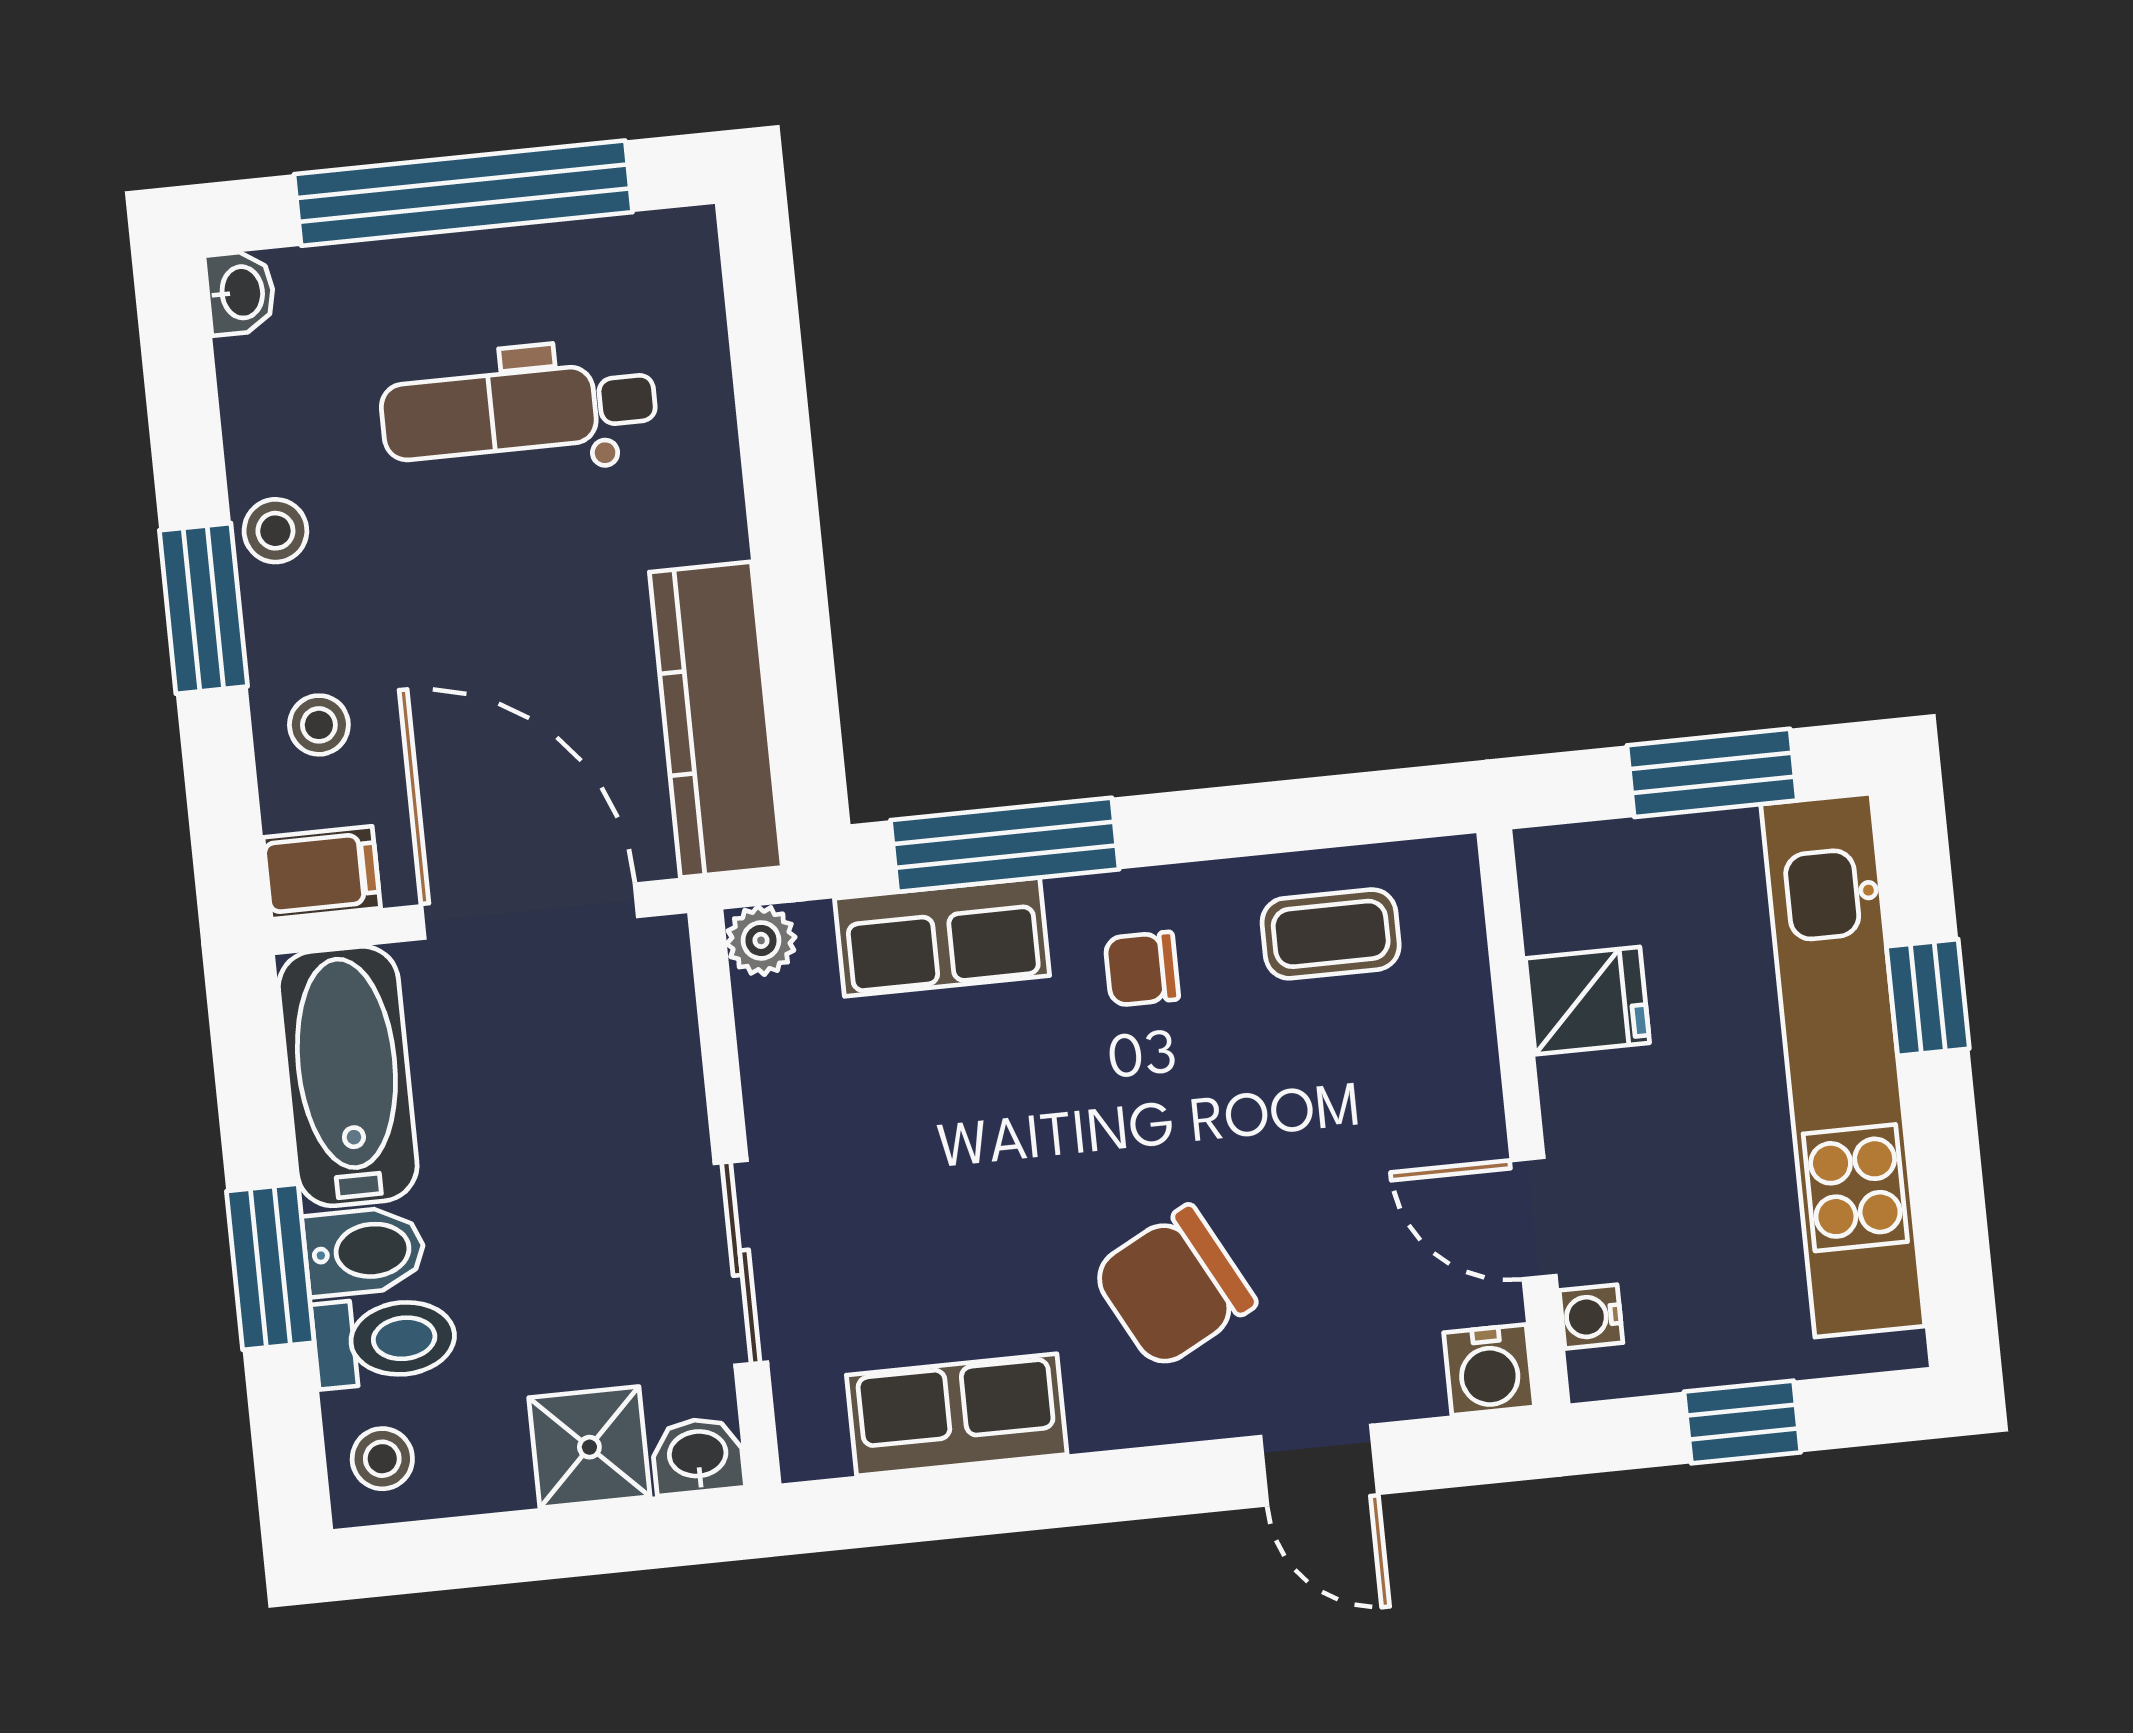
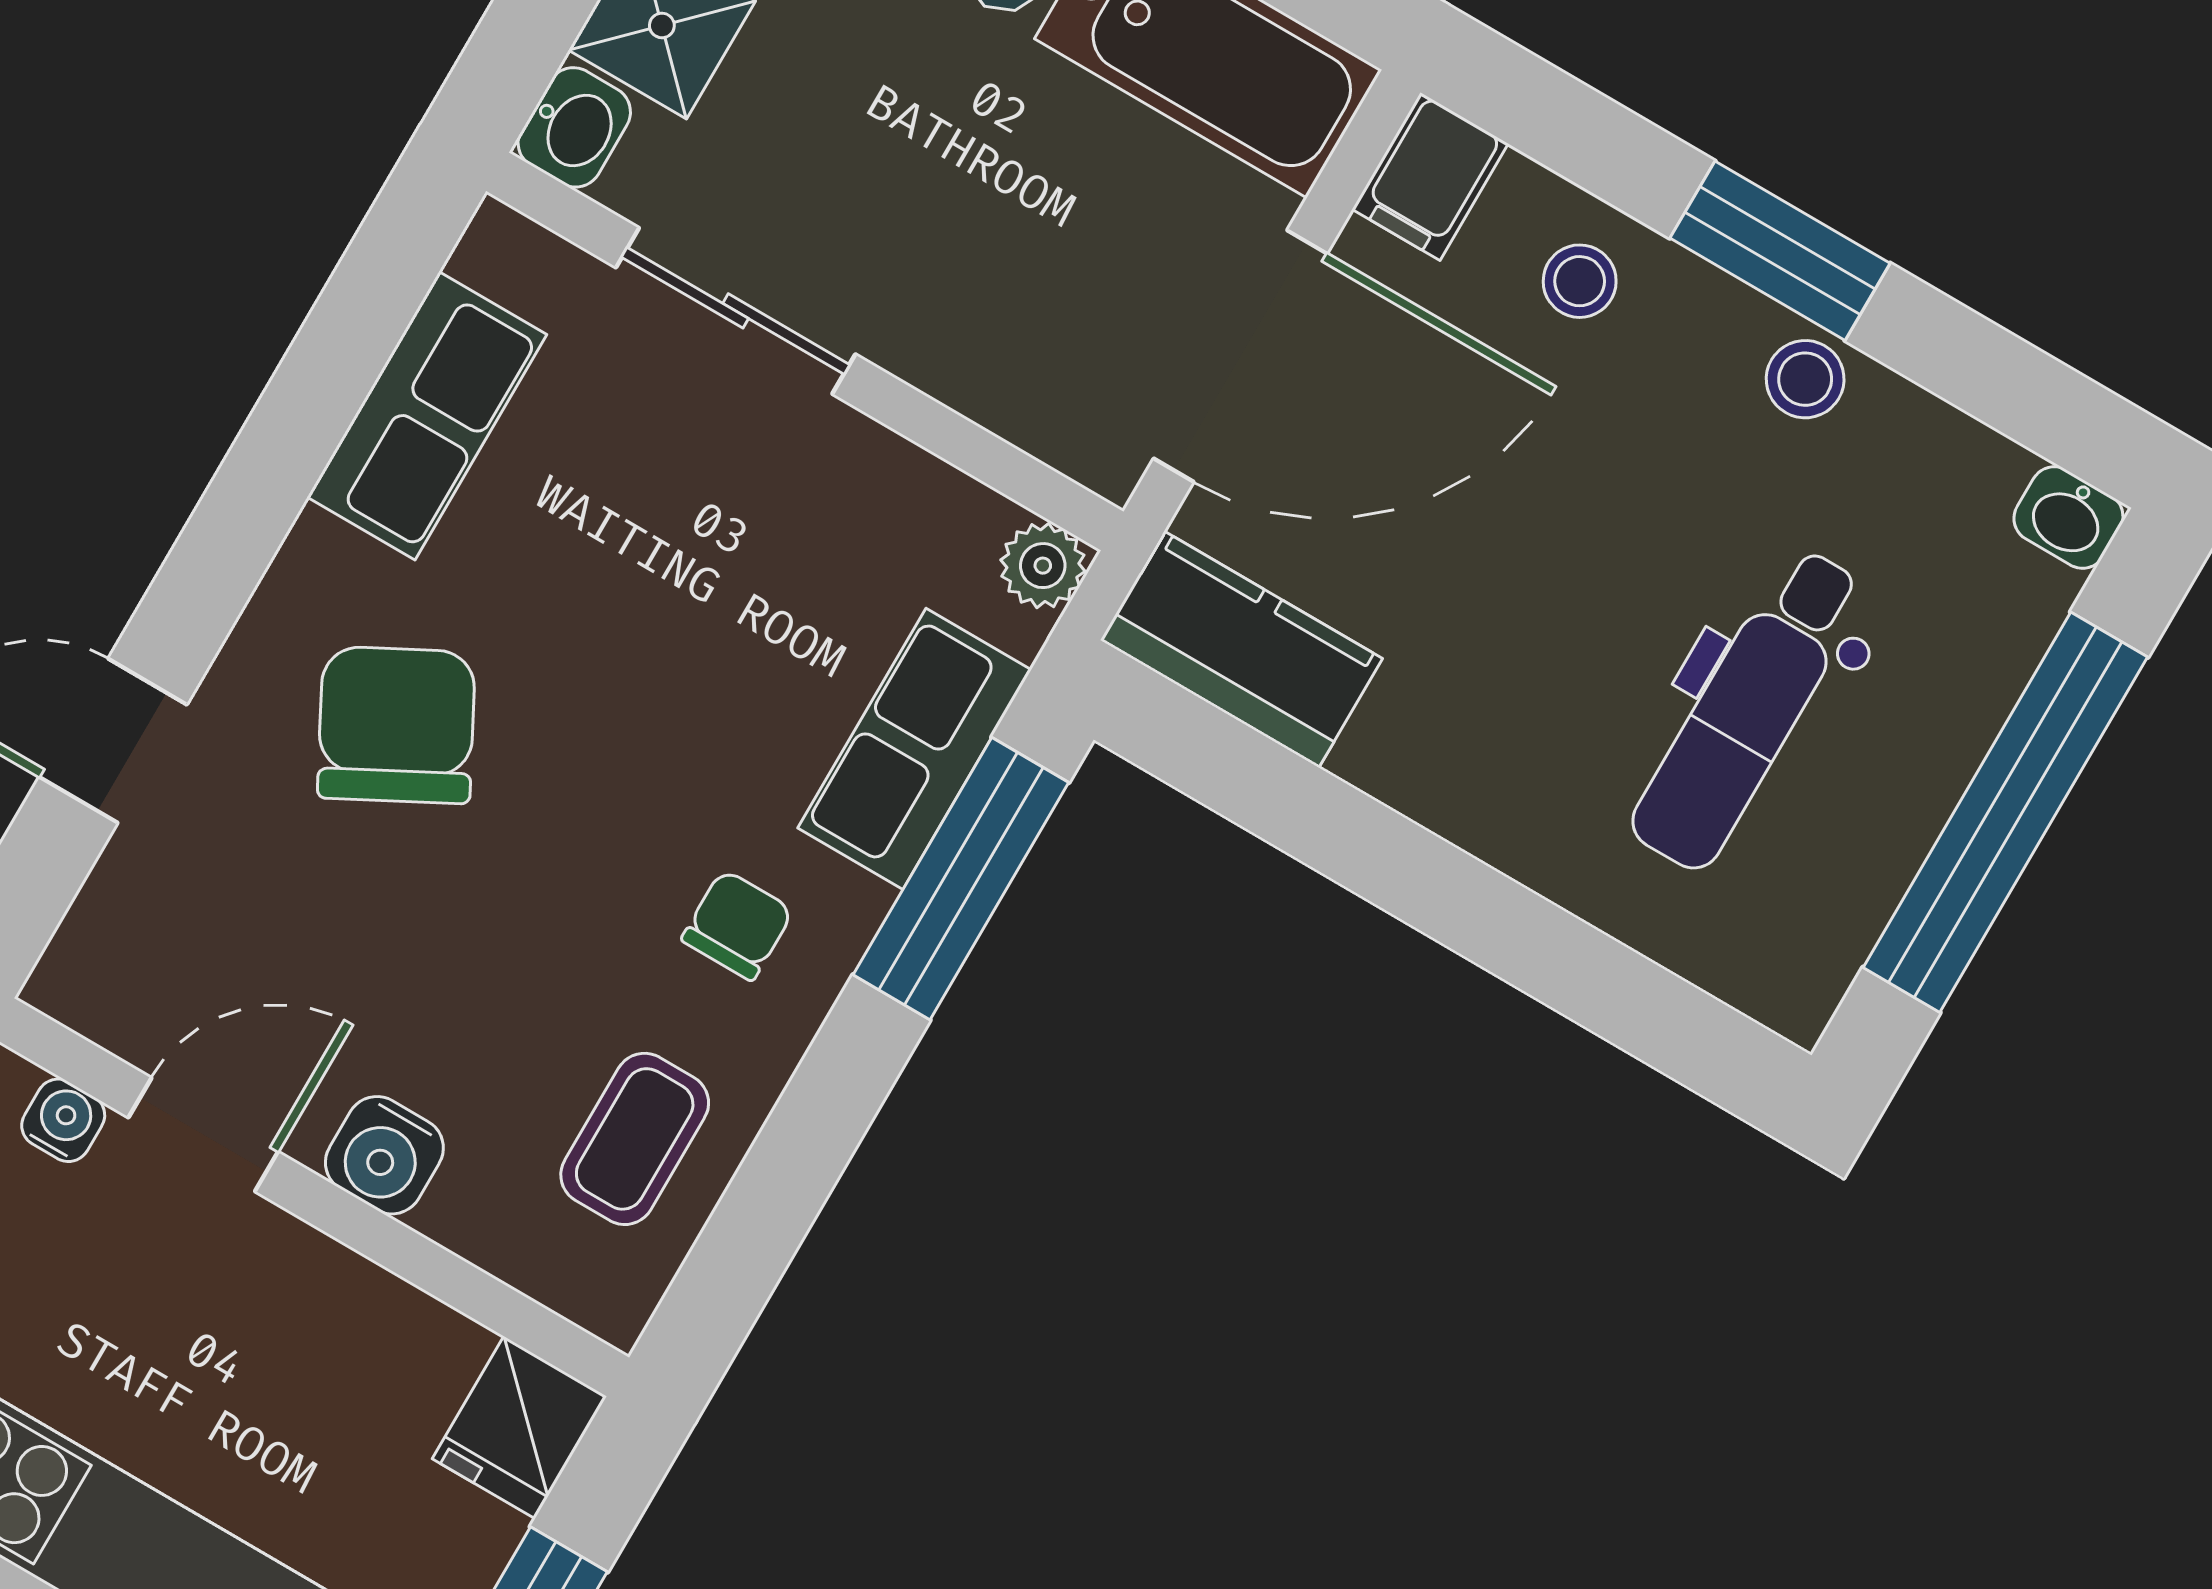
dental chair: (519, 411) -> (1748, 709), turned 180
kitchen counter: (716, 720) -> (1241, 649), width x0.67
fridge: (1587, 1001) -> (519, 1427), moved
water cooler: (1489, 1370) -> (384, 1155), moved, turned -90

